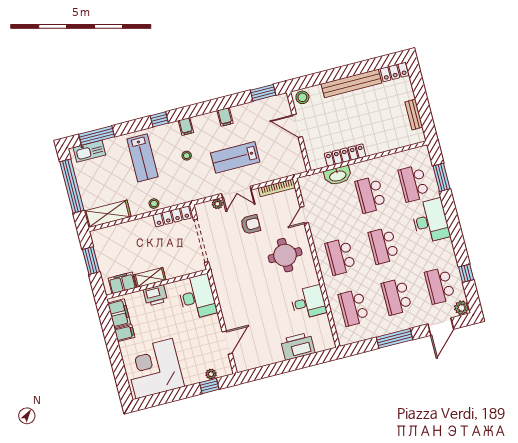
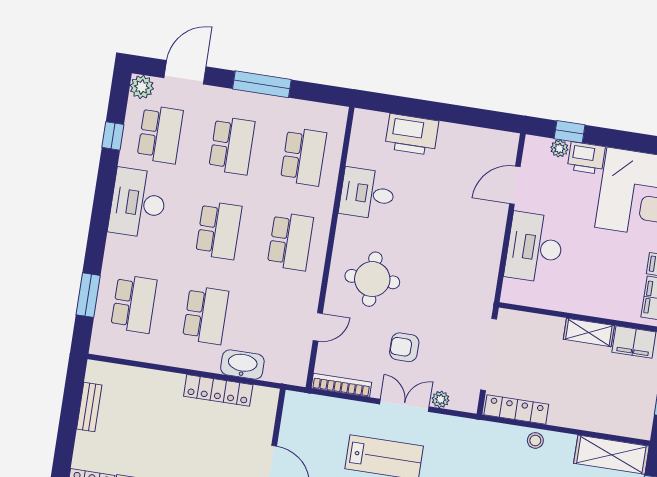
desk: (430, 221) -> (138, 203), moved
printer: (155, 295) -> (586, 158), moved, turned 180
desk: (197, 297) -> (535, 248), moved

